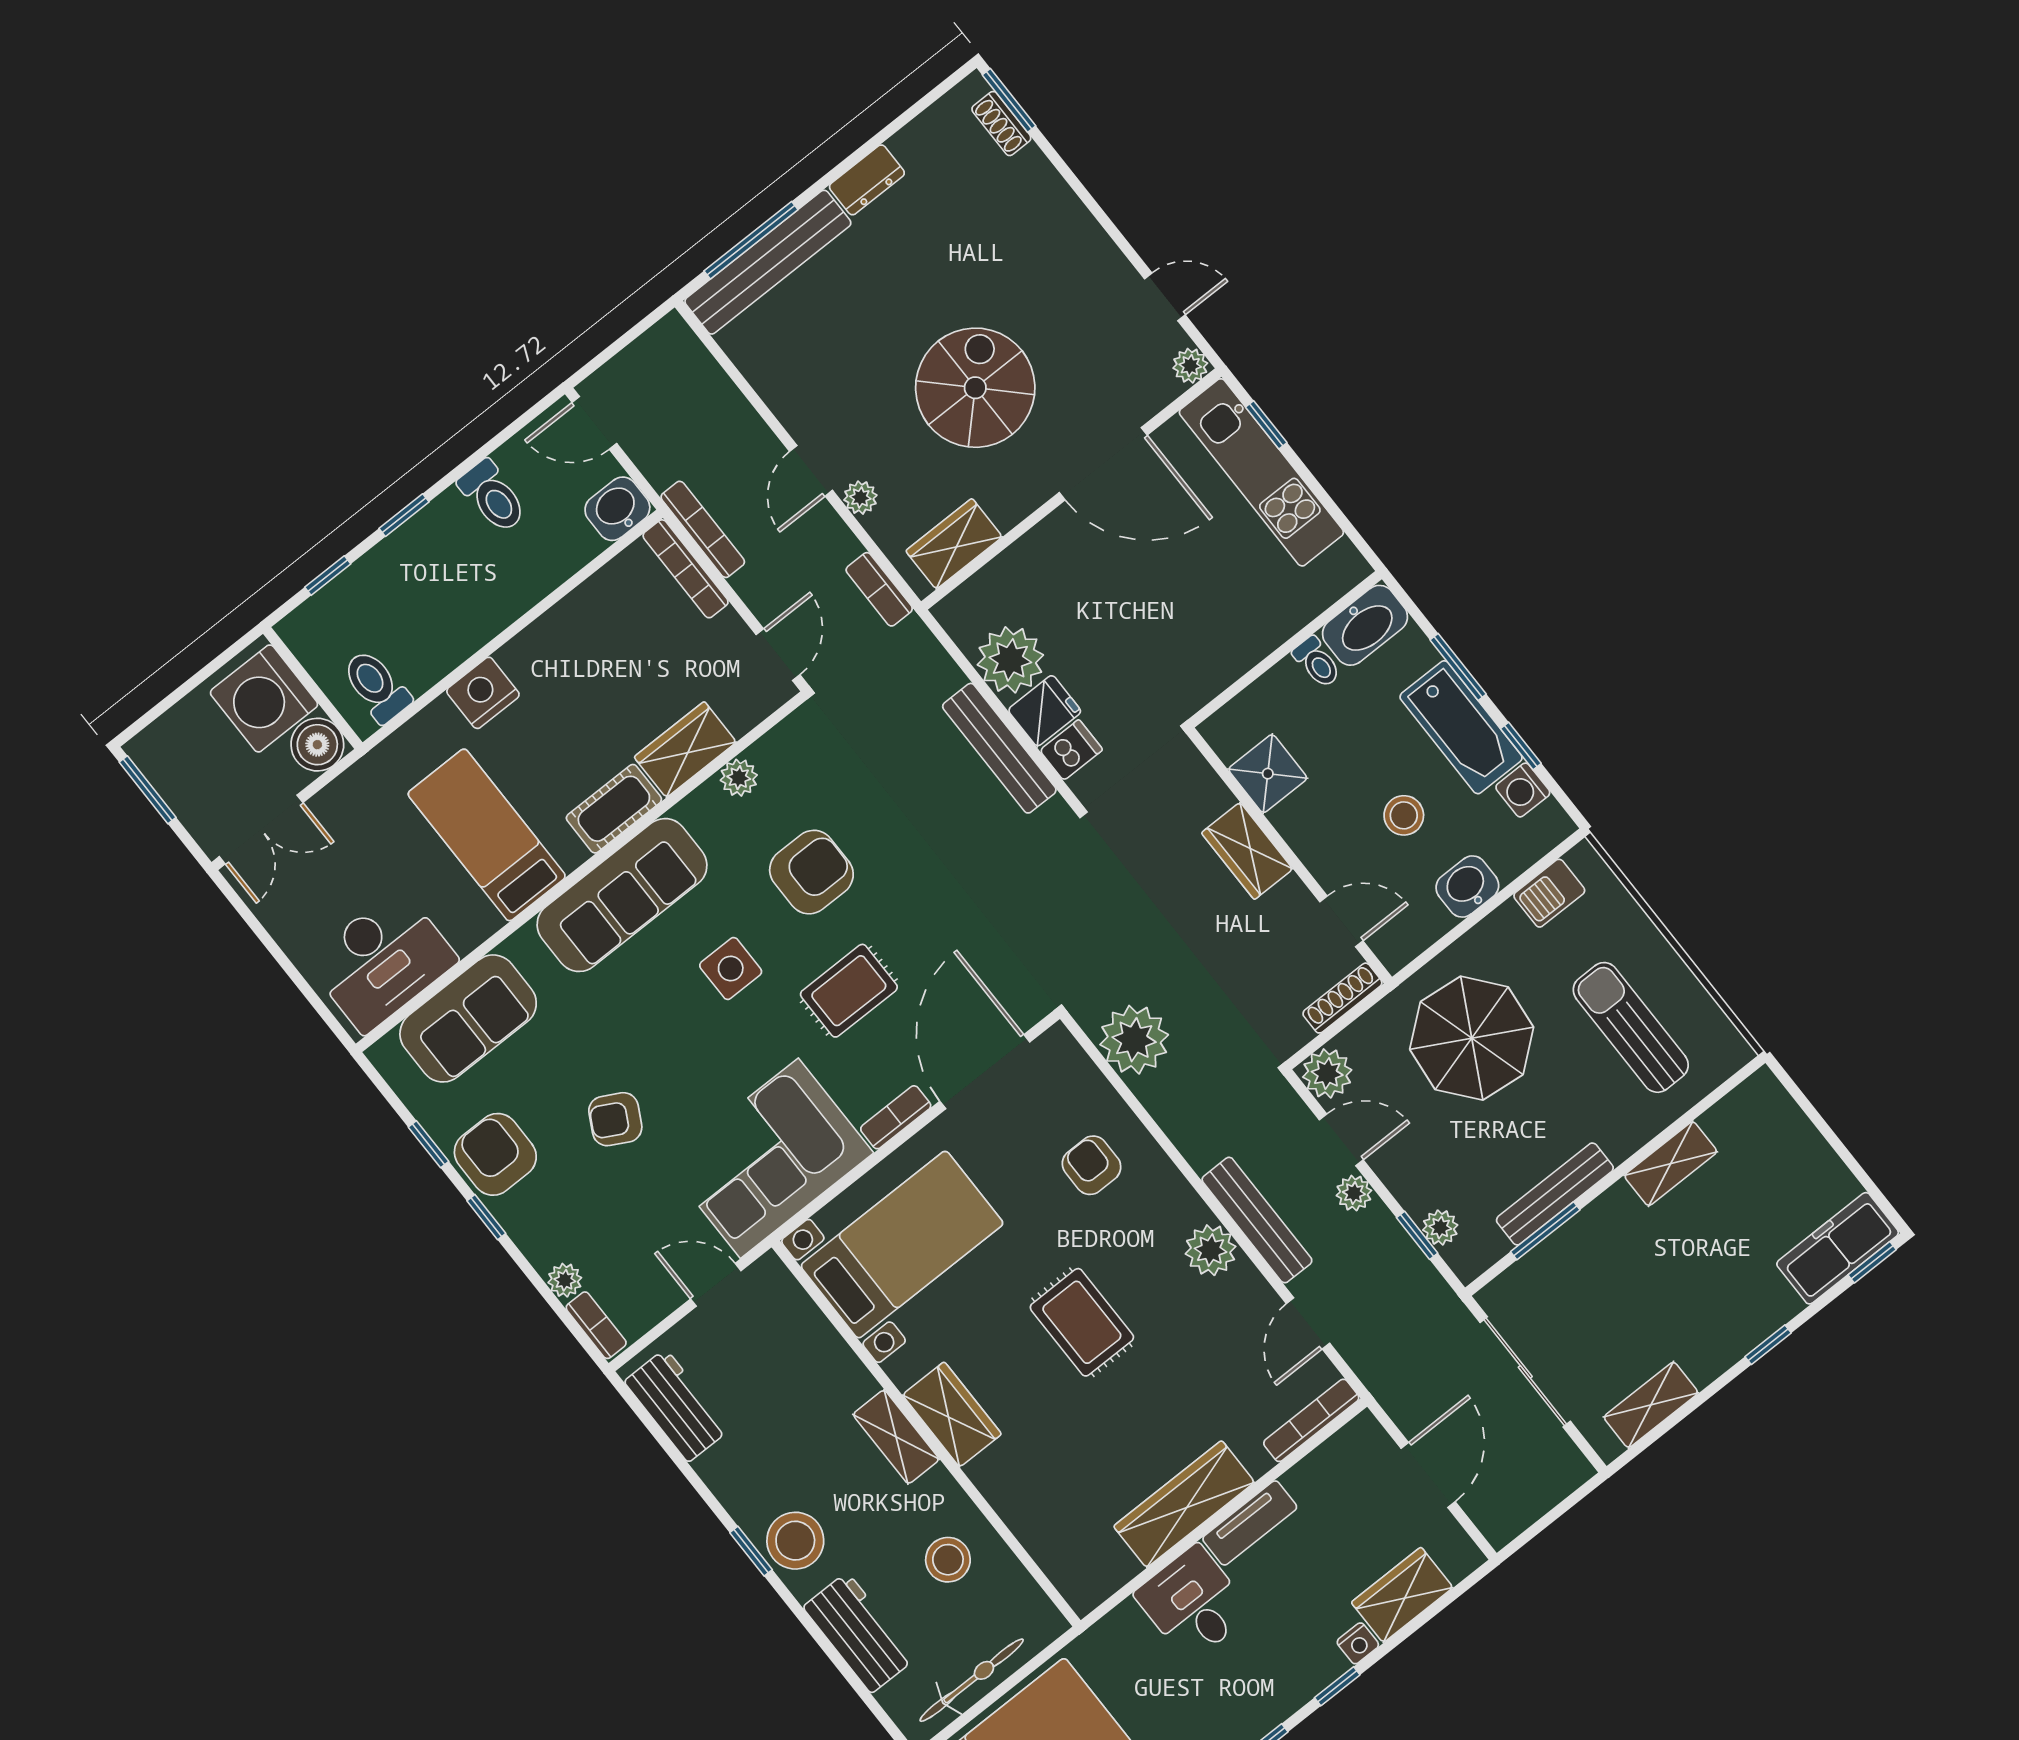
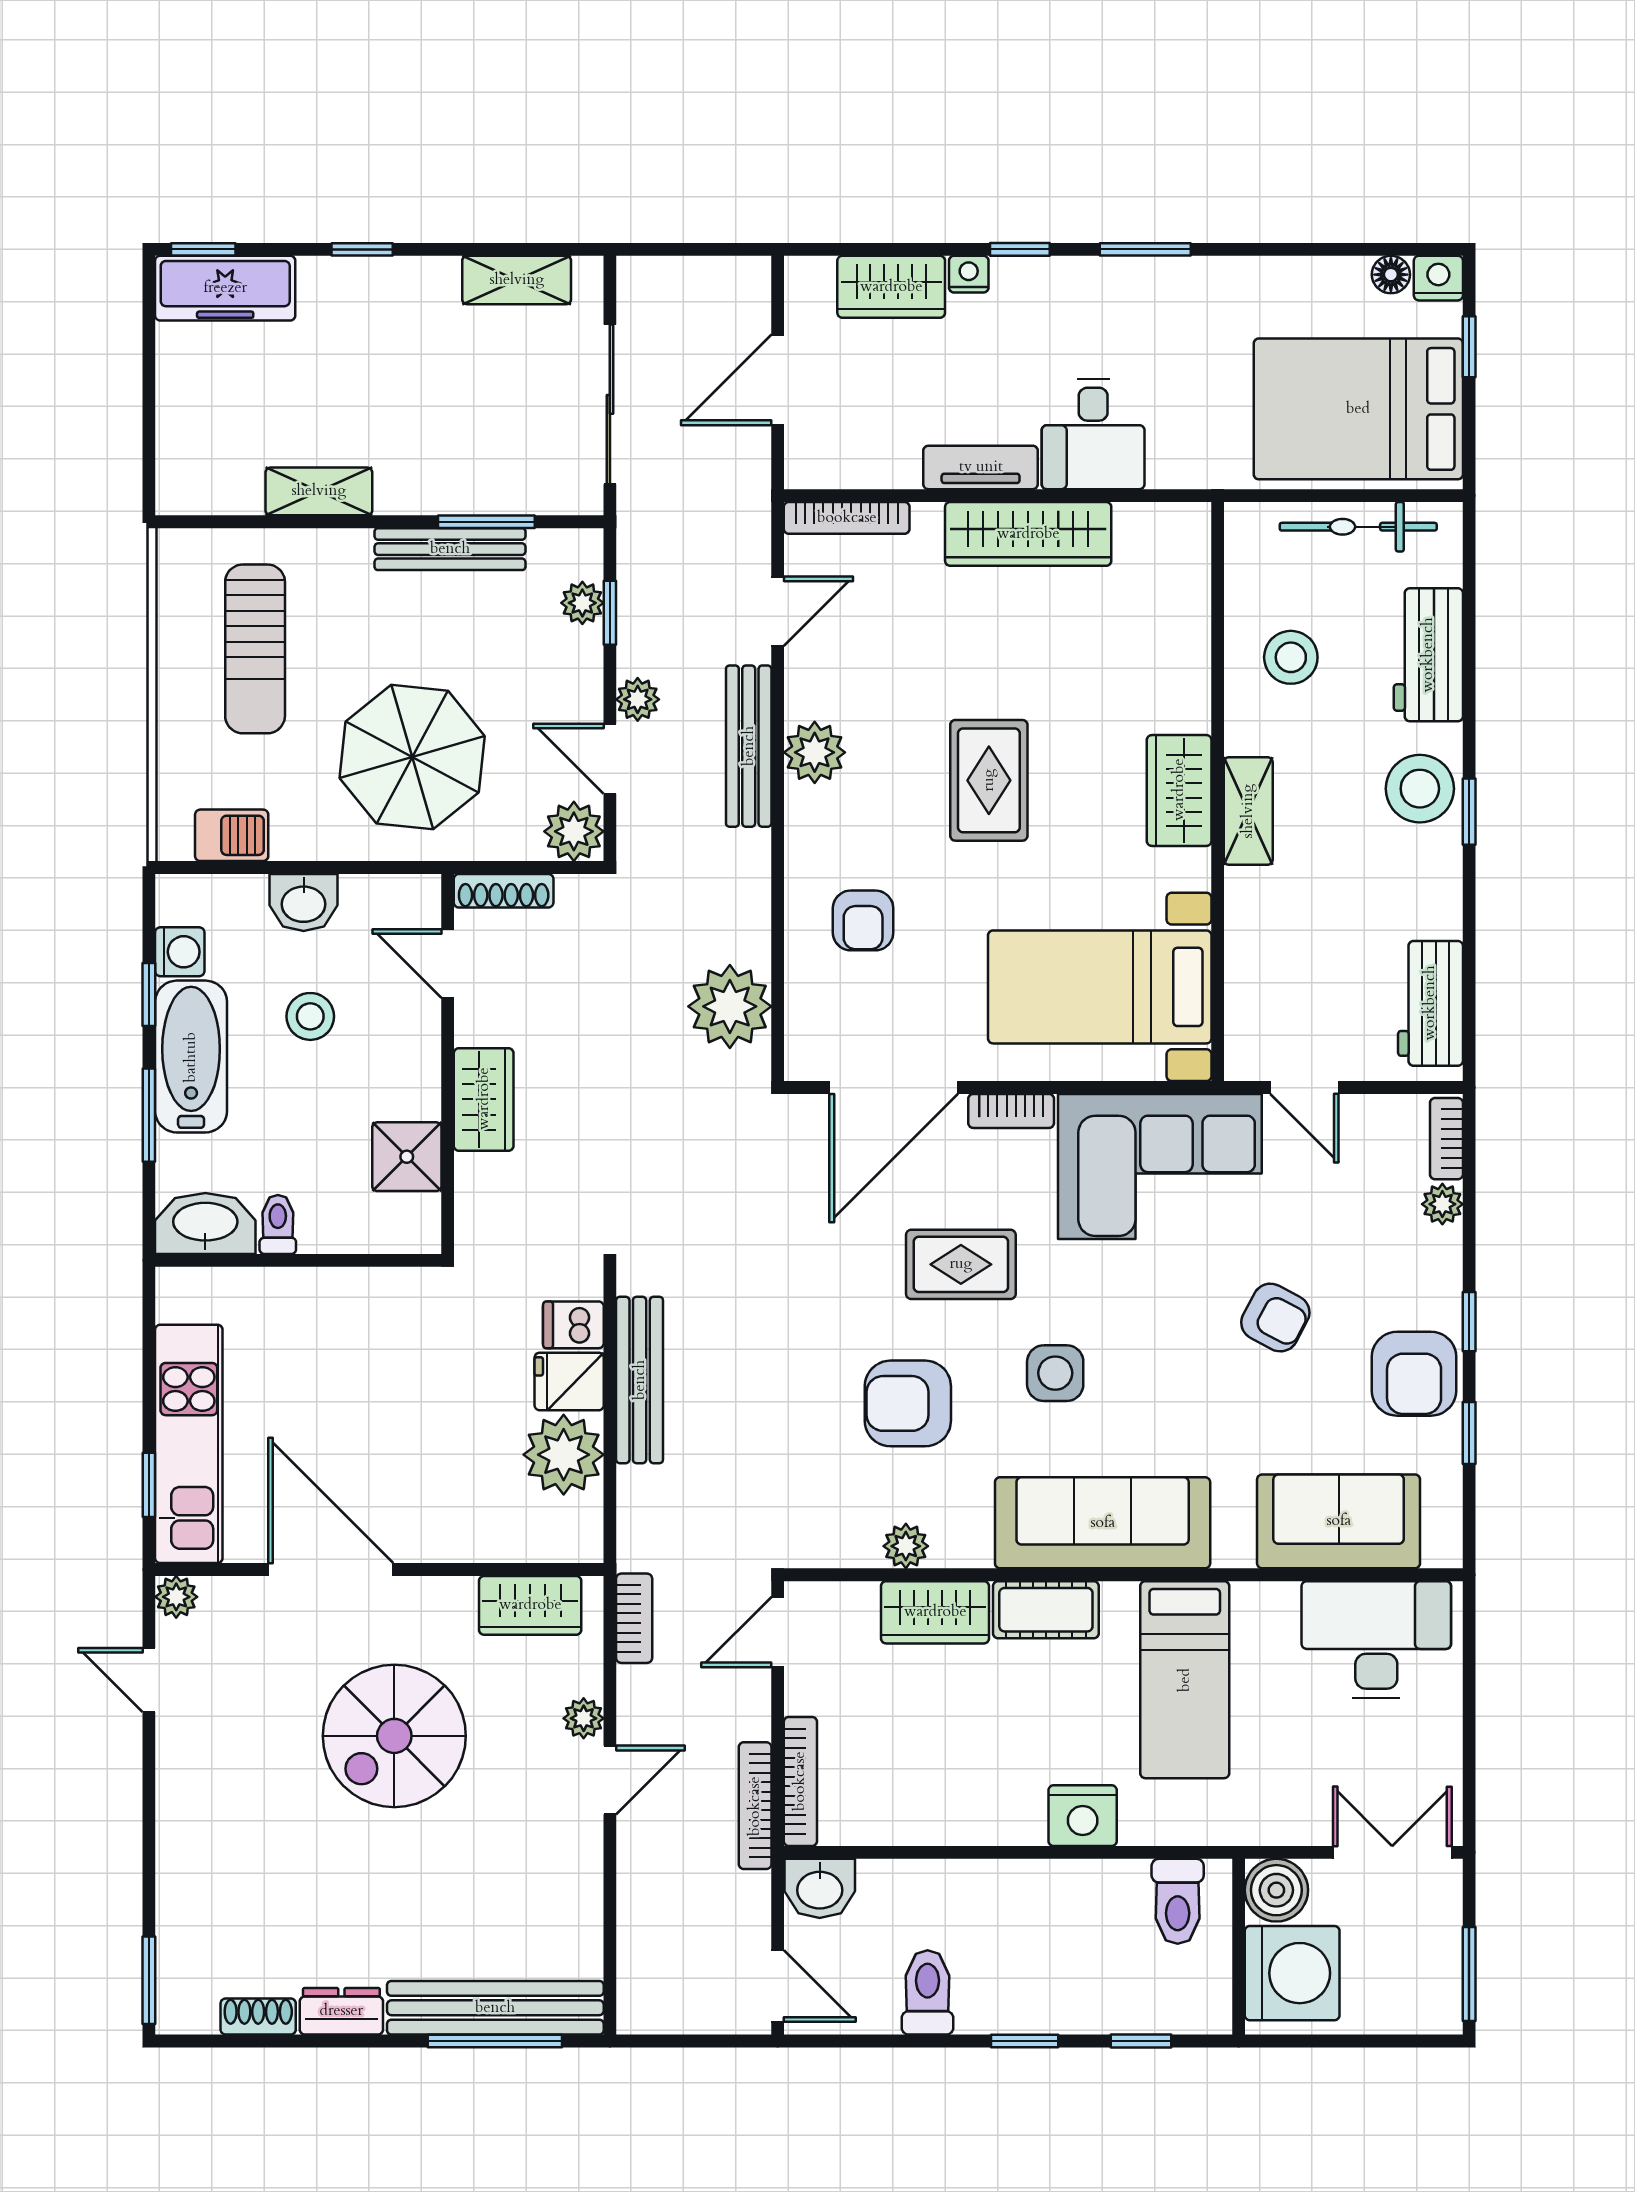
shoe rack: (1001, 124) -> (258, 2016), moved, turned -90

